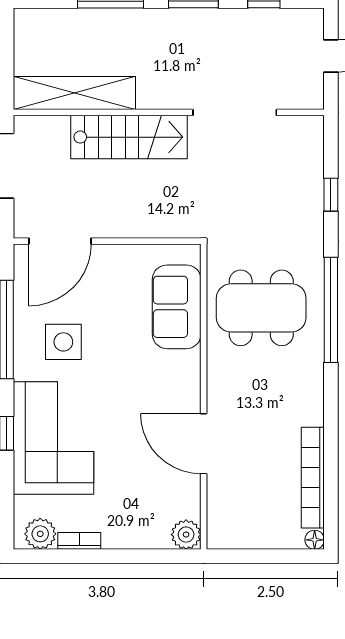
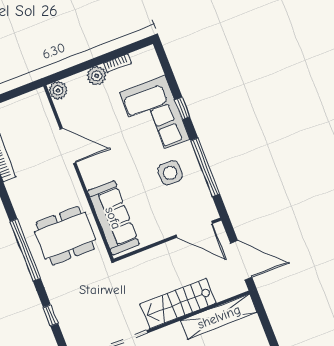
door: (60, 241) -> (194, 229), swing flipped
sofa: (177, 307) -> (113, 218), width x1.36
plant: (40, 534) -> (97, 76), moved

